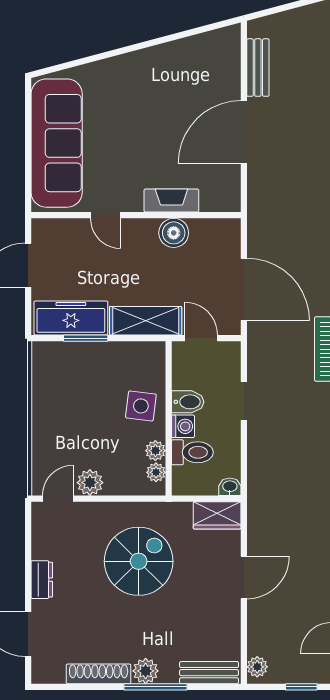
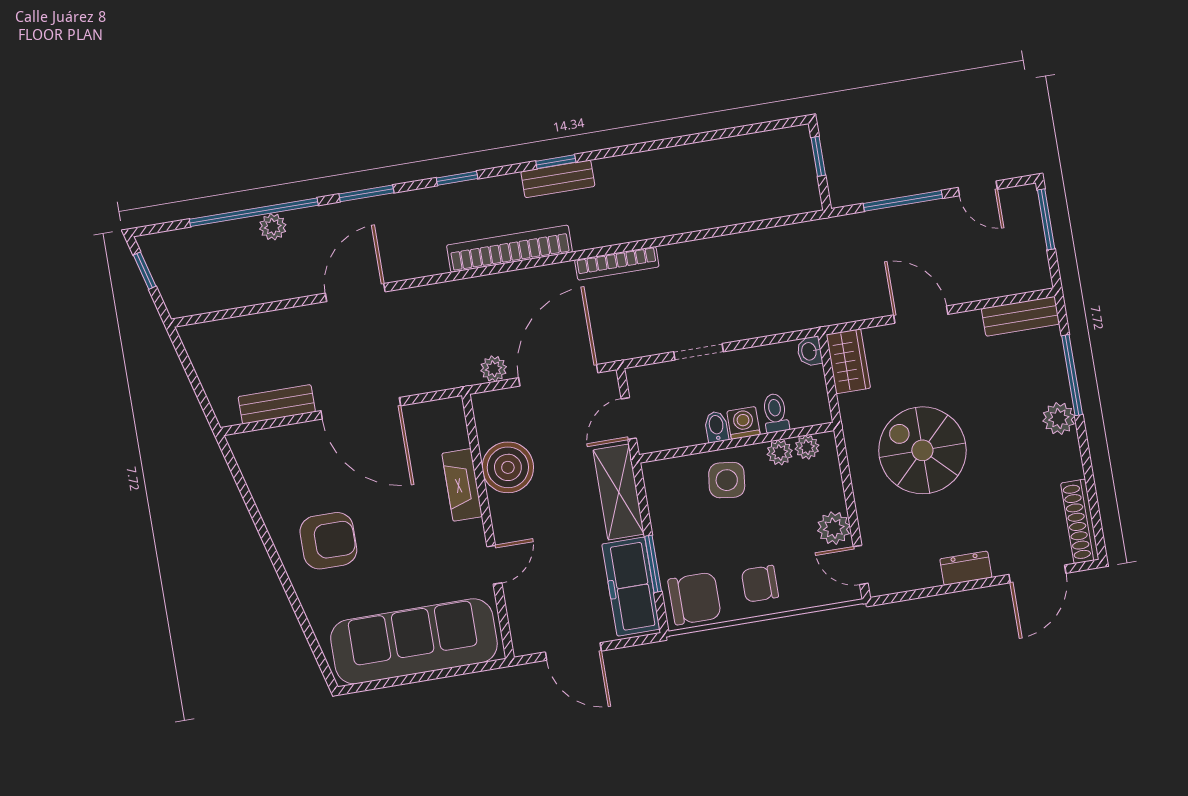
armchair: (146, 90) -> (328, 541), added
boiler: (174, 233) -> (508, 467), width x1.37, depth x1.37
chair: (53, 366) -> (695, 598), added
bidet: (188, 402) -> (716, 427), width x0.72, depth x0.74
chair: (56, 418) -> (760, 584), added
toilet: (192, 452) -> (775, 413), width x0.73, depth x0.72
plant: (257, 667) -> (494, 369), moved
bench: (209, 673) -> (1021, 316), moved, turned 90
shoe rack: (99, 674) -> (1080, 521), moved
window: (156, 687) -> (1072, 375), moved
window: (301, 687) -> (1046, 219), width x1.50

